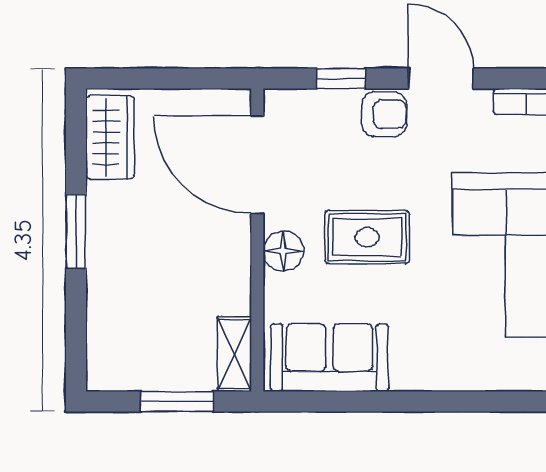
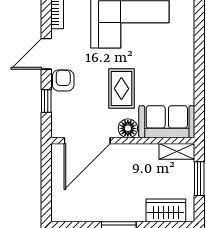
wardrobe: (110, 137) -> (166, 210), moved
sofa: (329, 358) -> (167, 122), moved, turned 90

